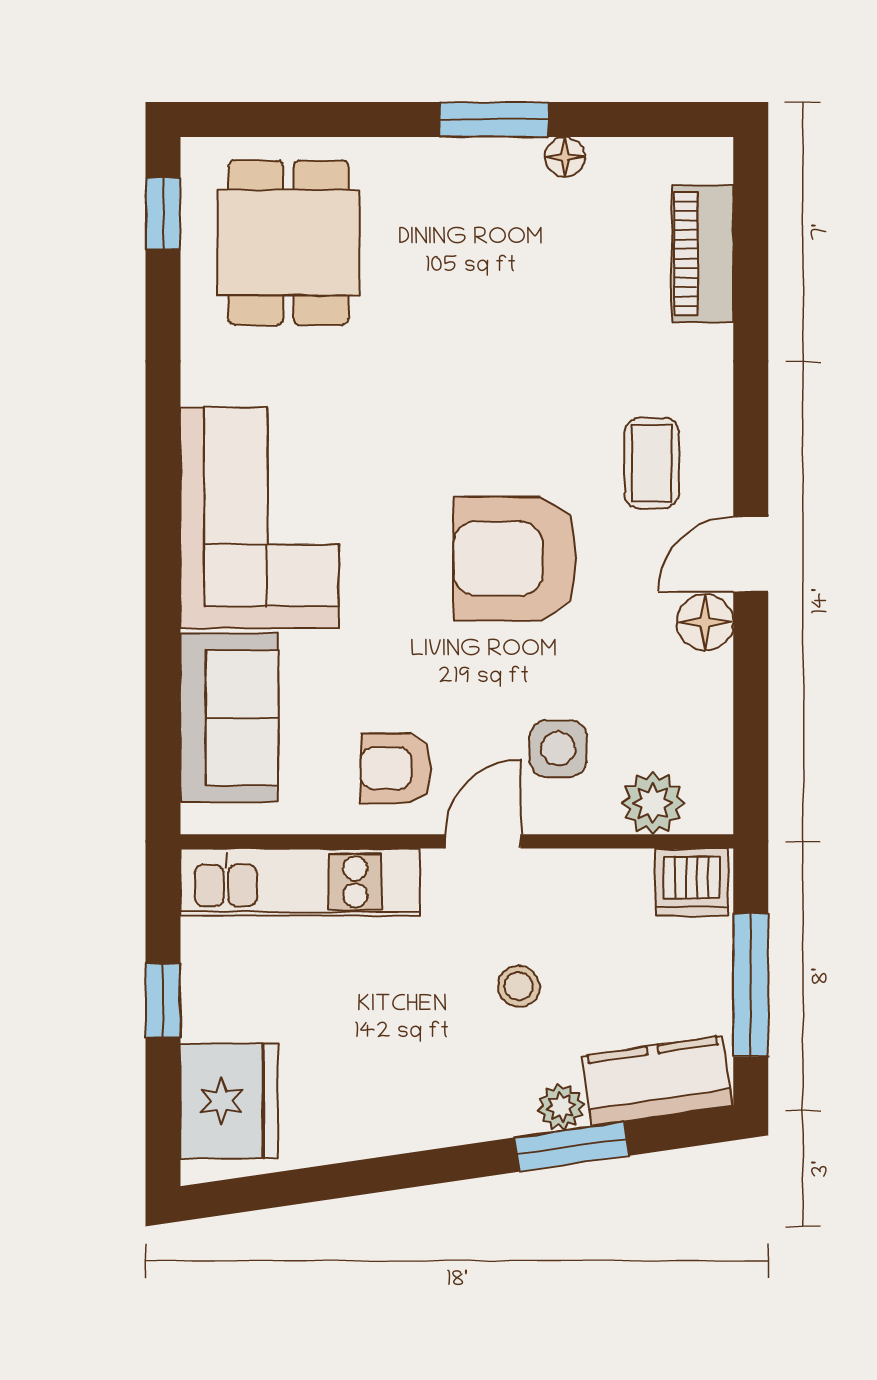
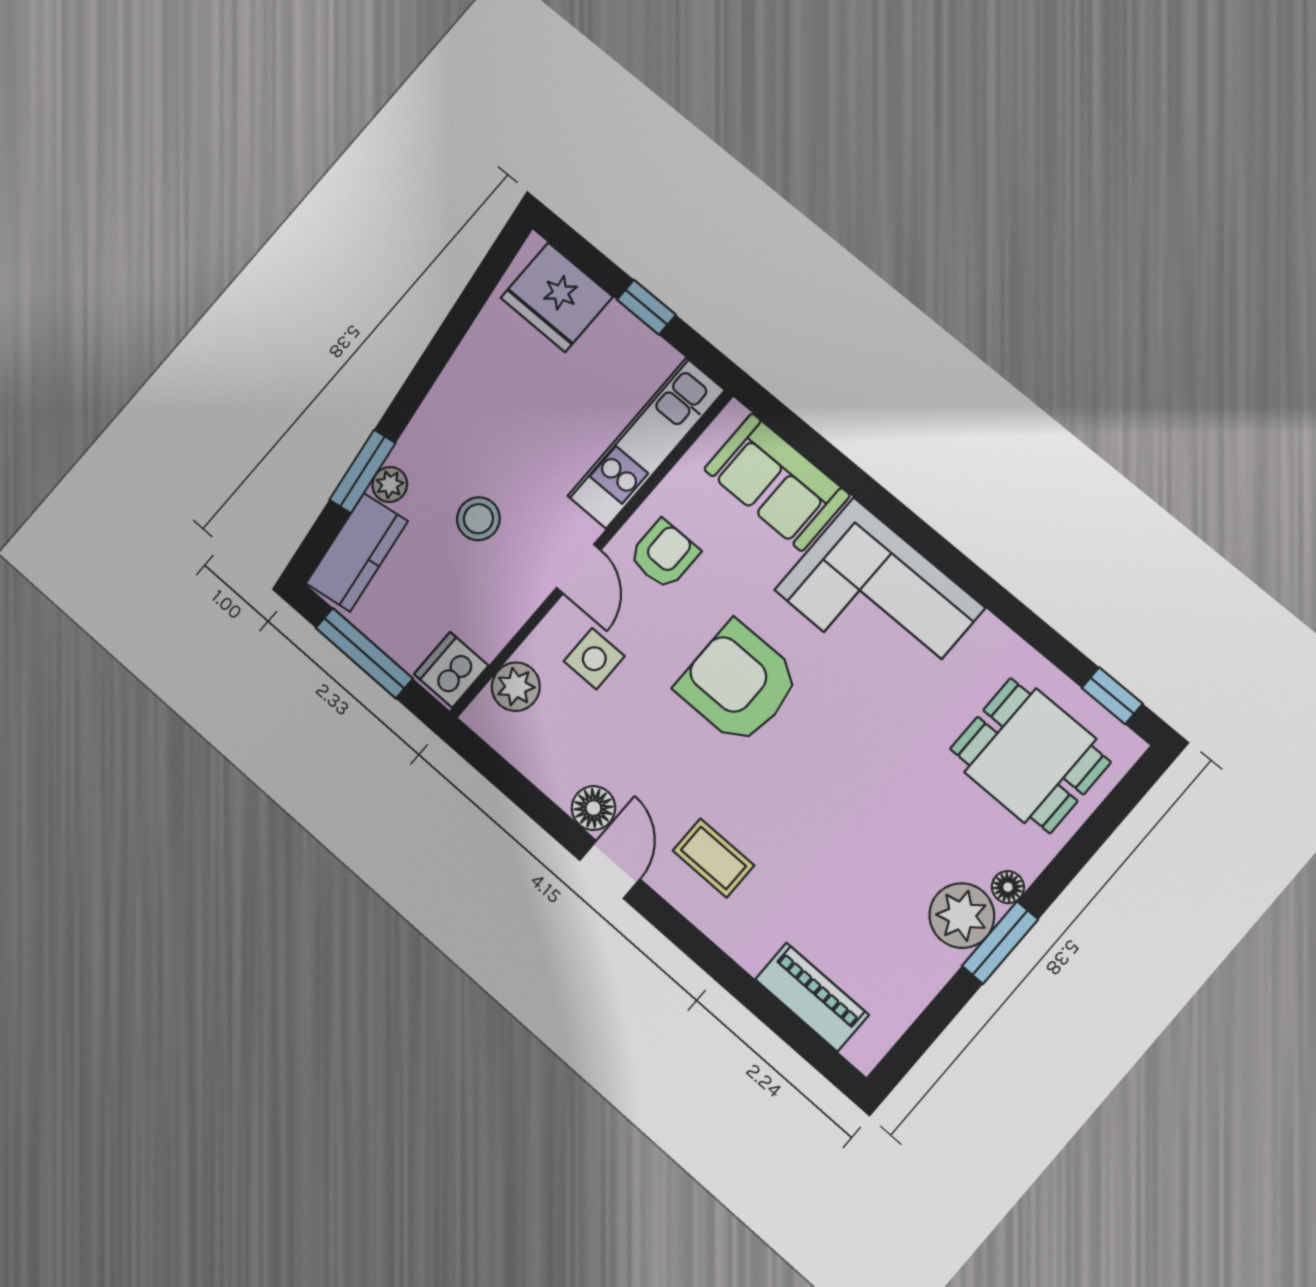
floor lamp: (565, 157) -> (1008, 887), moved
plant: (500, 178) -> (962, 916), added
armchair: (515, 558) -> (739, 683), moved, turned -90
stool: (519, 986) -> (478, 519), width x1.37, depth x1.37

